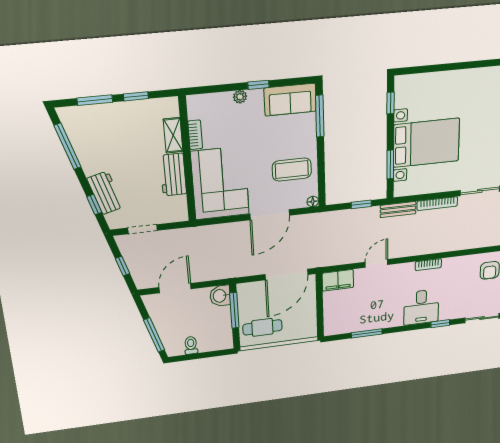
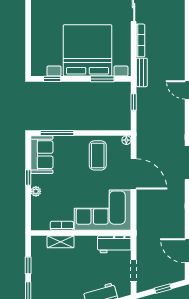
bed with nightstands: (426, 143) -> (87, 50), width x1.36
workbench: (173, 175) -> (114, 244), moved

